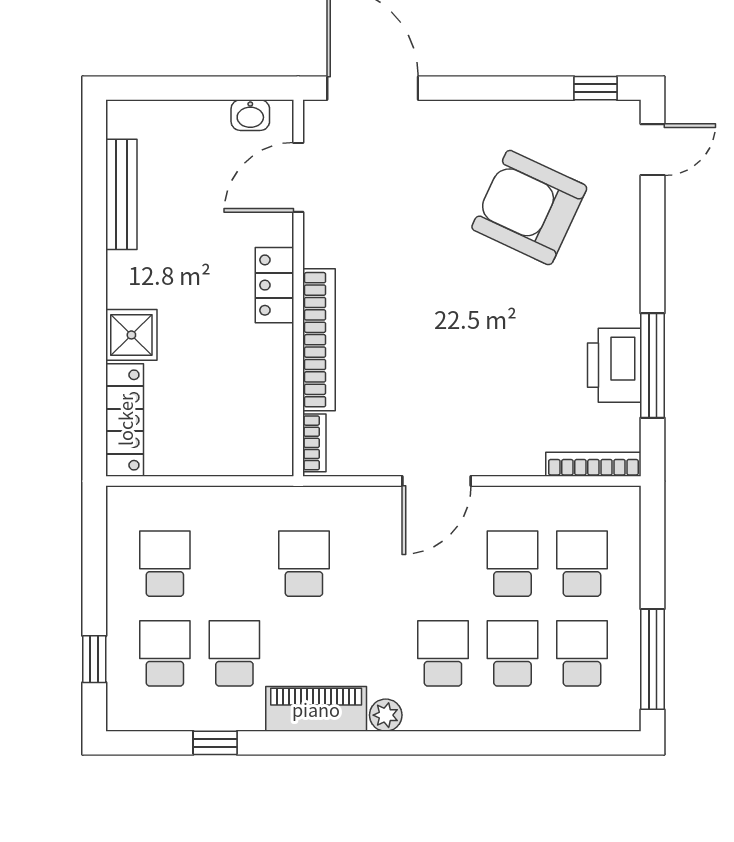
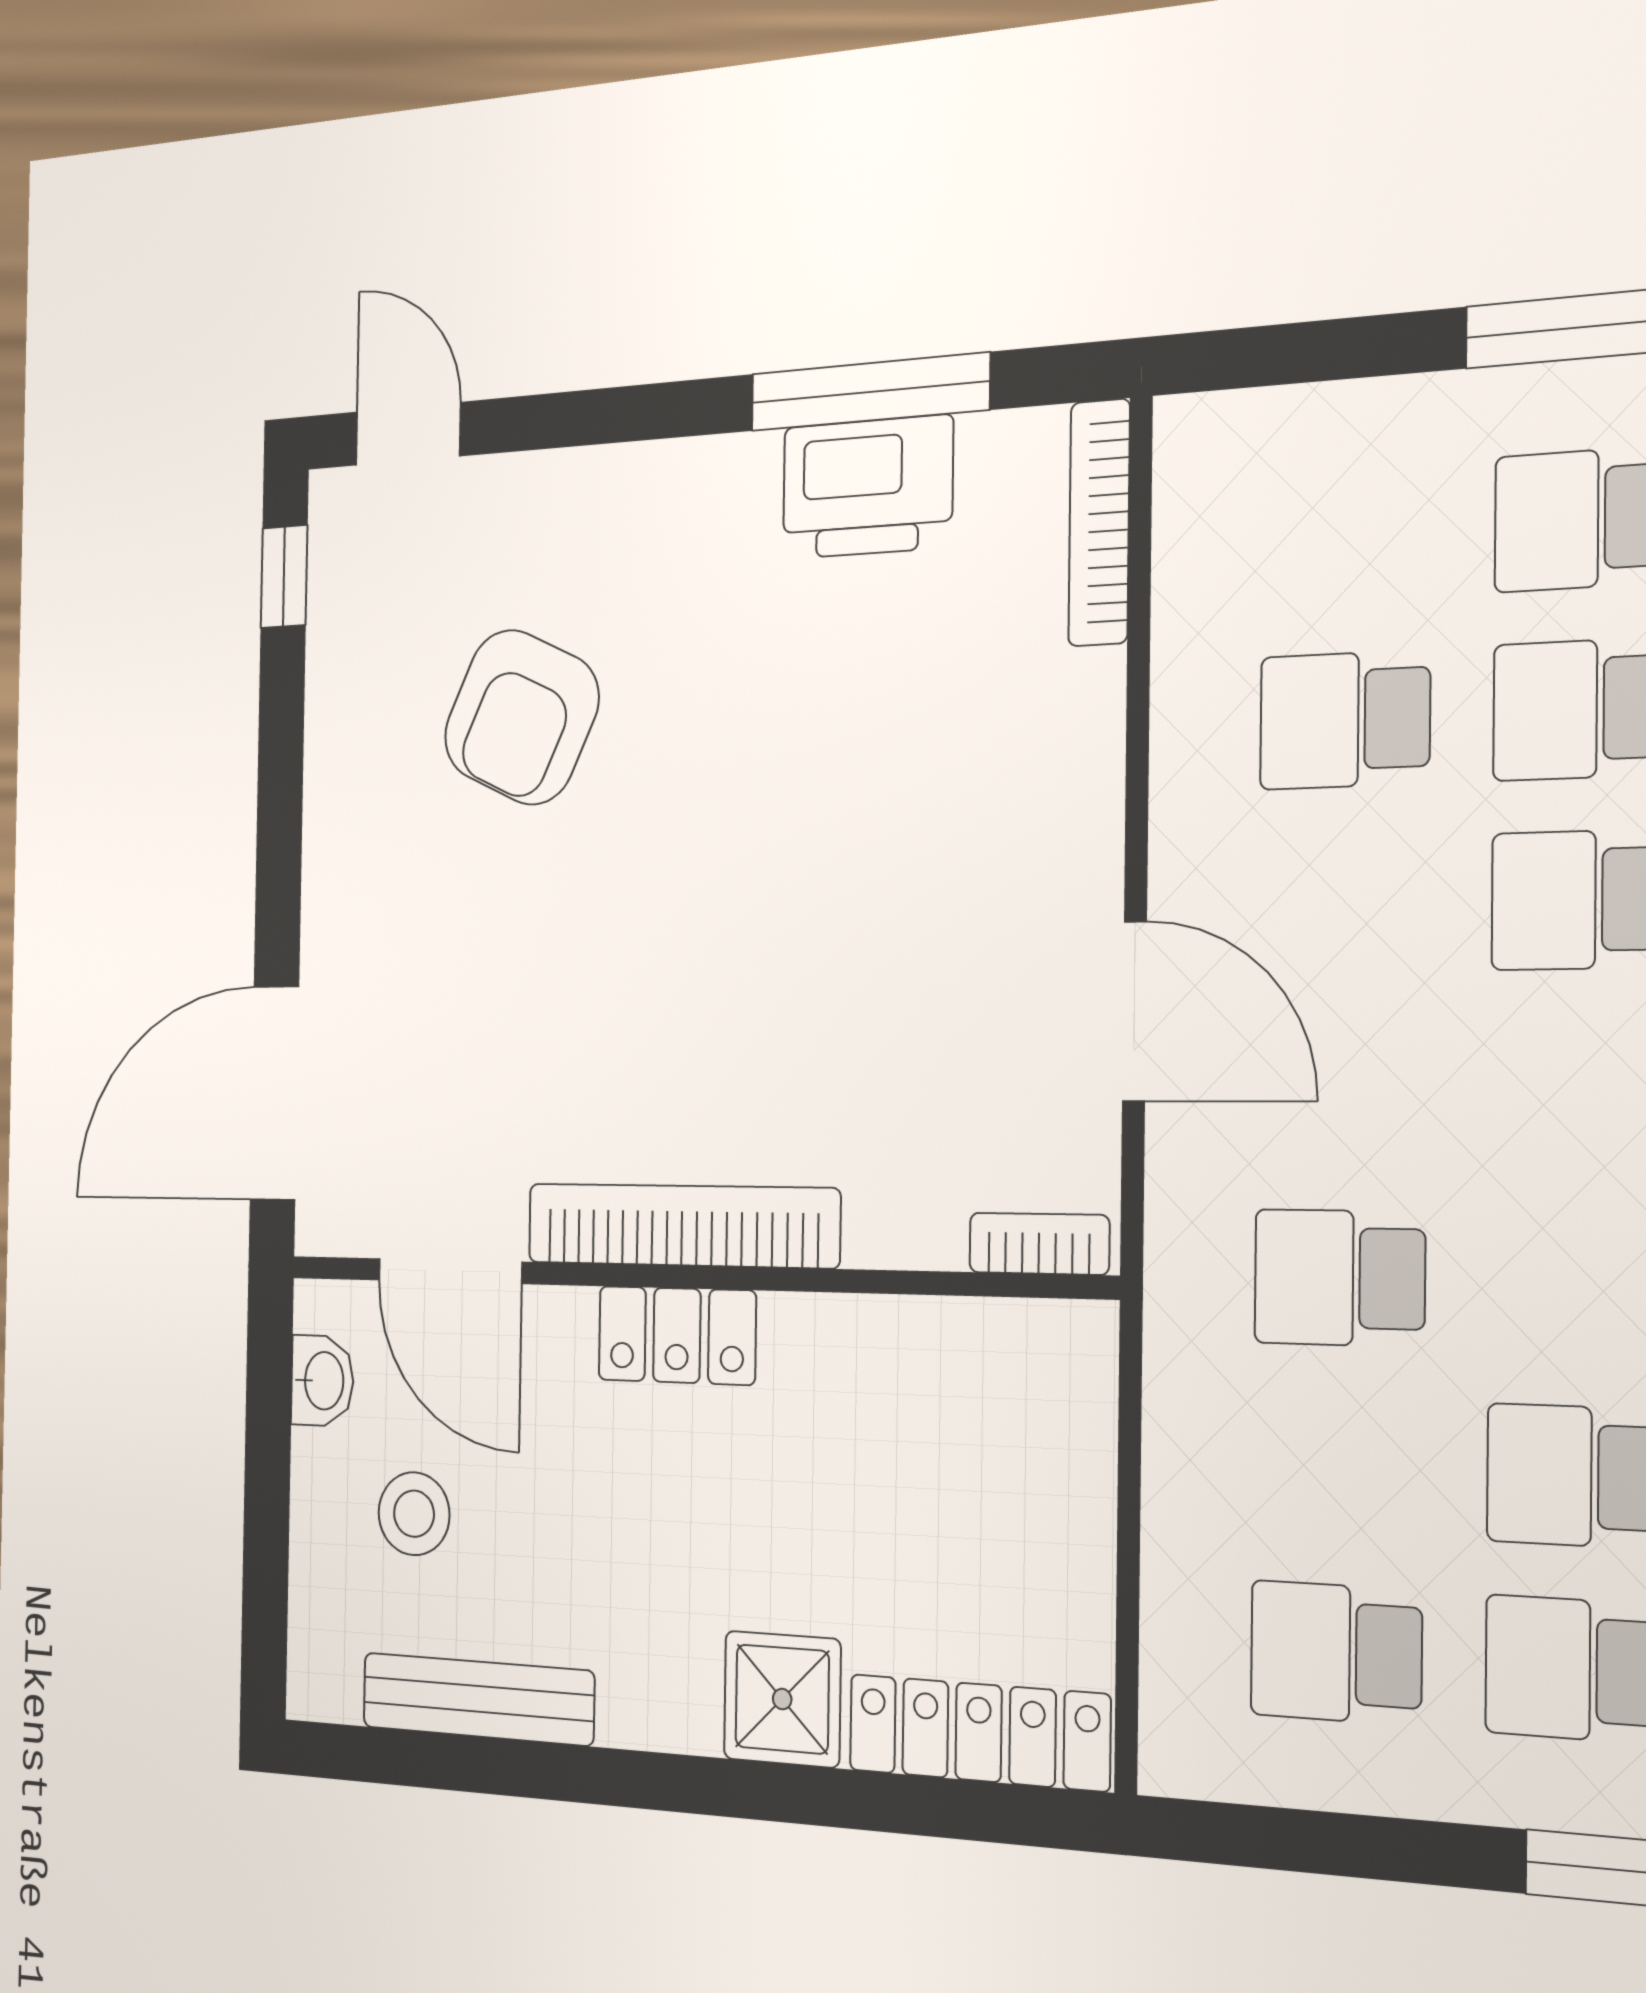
stool: (196, 162) -> (414, 1514), added
armchair: (529, 208) -> (521, 717), width x0.73, depth x0.73
bookcase: (319, 340) -> (682, 1226), moved
door: (436, 481) -> (1134, 1011), moved
school desk: (582, 564) -> (1346, 535), removed

